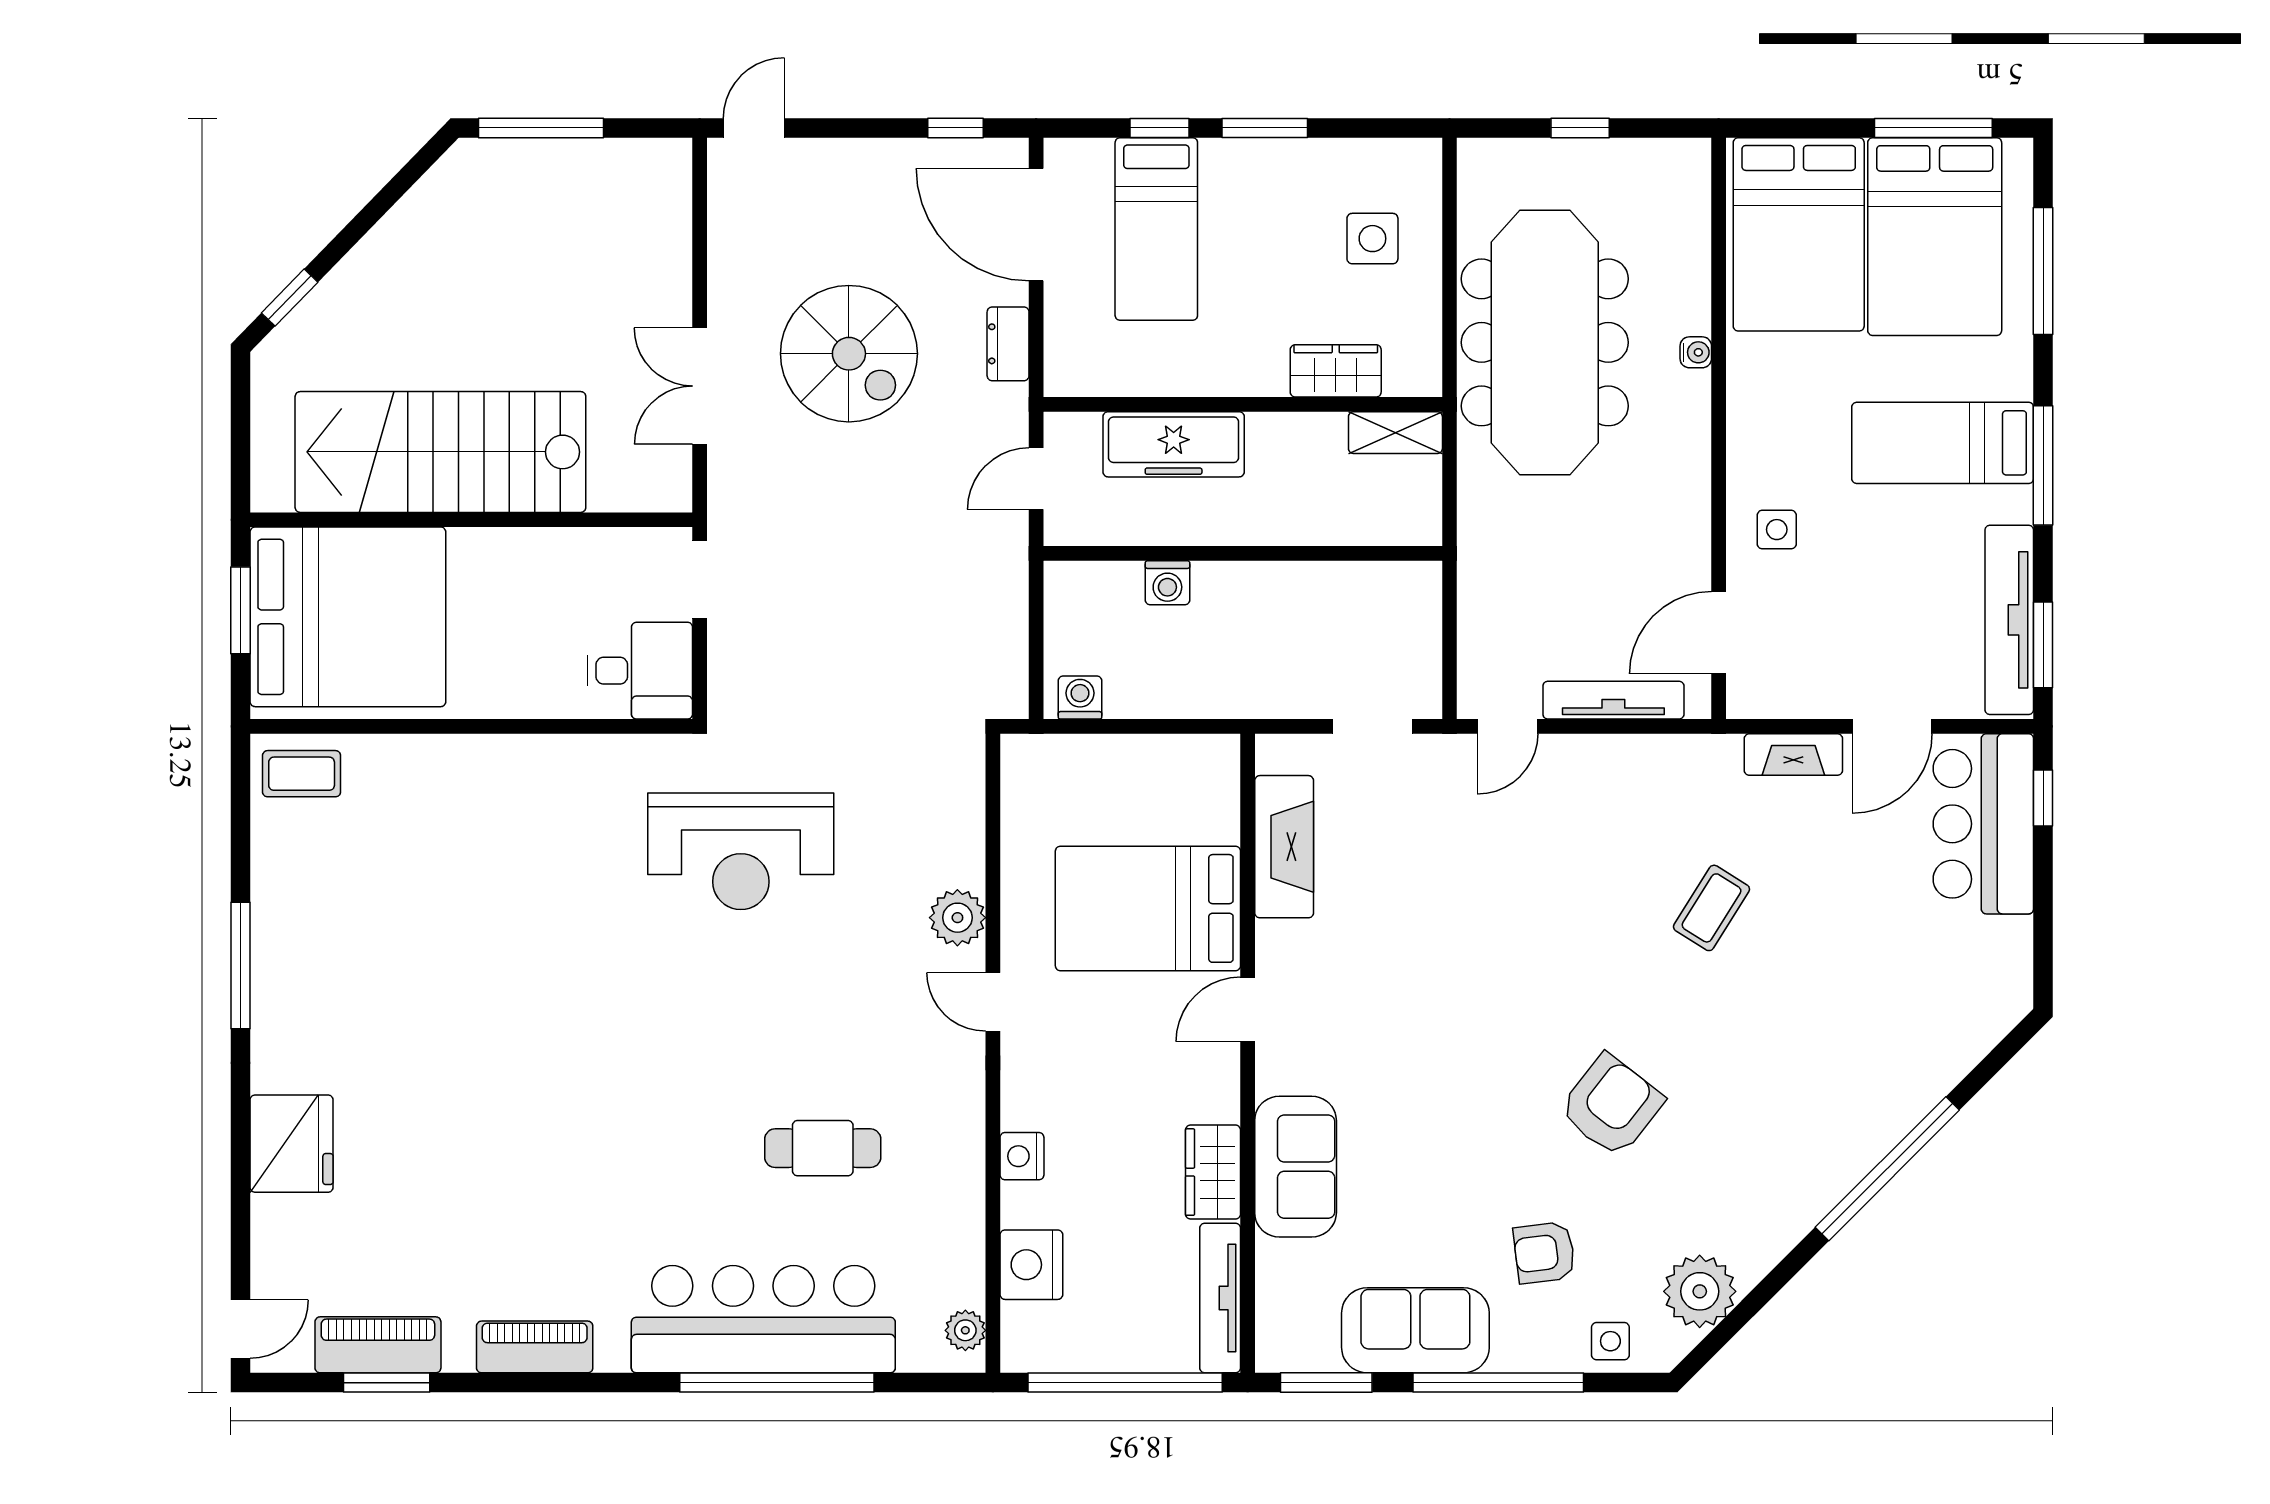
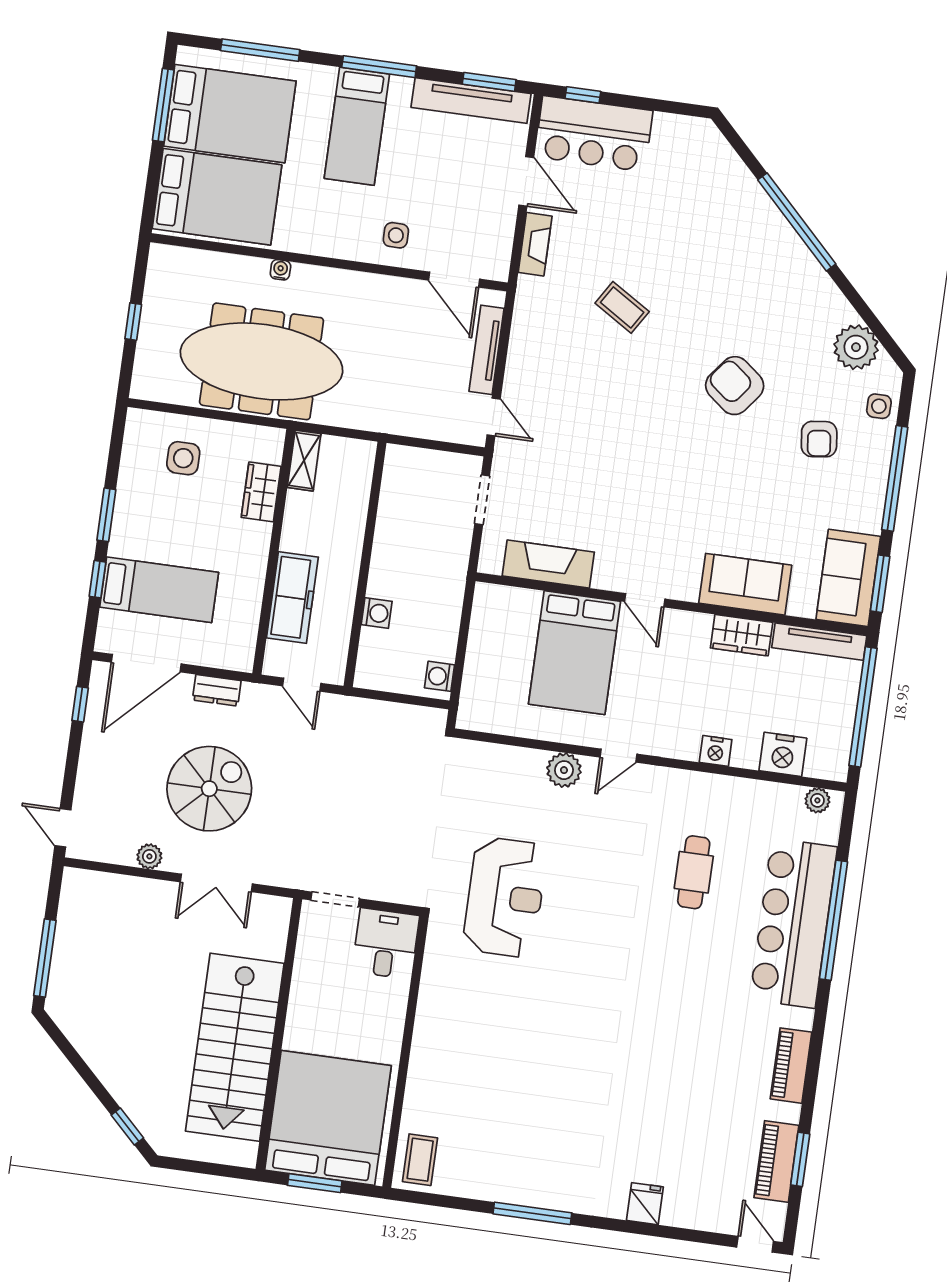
plant: (727, 273) -> (149, 856), added
fridge: (292, 1144) -> (645, 1204), width x0.53, depth x0.75
sofa: (1415, 1330) -> (848, 578), moved

